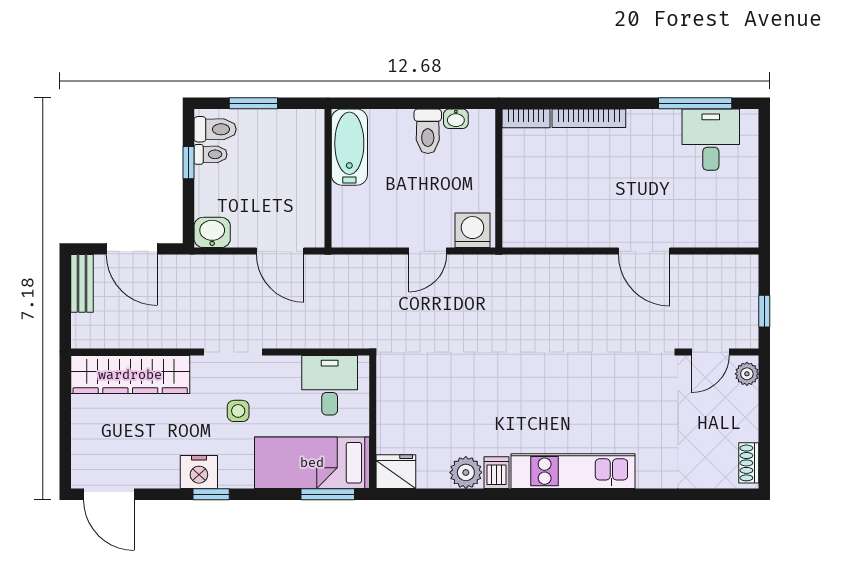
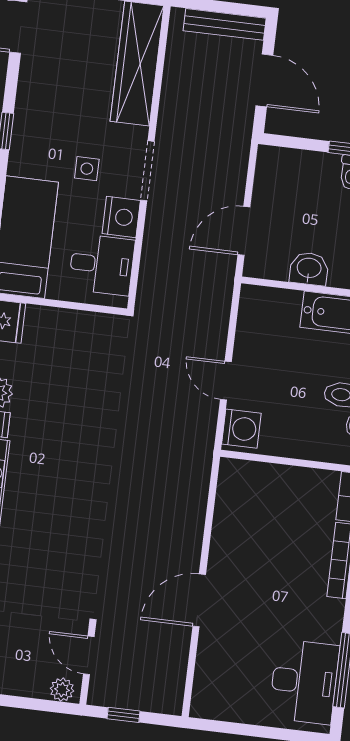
desk: (711, 140) -> (304, 682), width x1.37
washbasin: (212, 232) -> (309, 269), moved, turned -90
door: (132, 249) -> (264, 80), swing flipped
bench: (82, 283) -> (225, 24), width x1.36
nightstand: (199, 472) -> (121, 217), moved, turned 180

